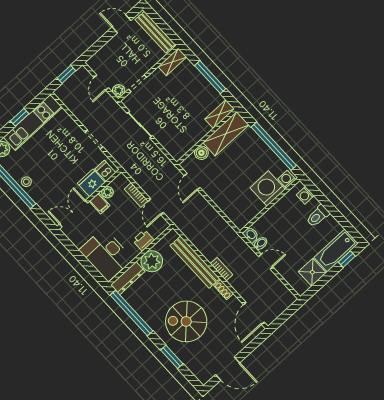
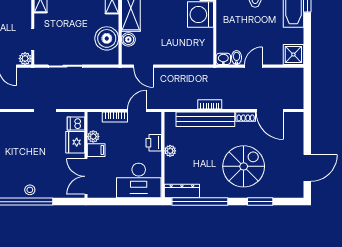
boiler: (188, 136) -> (107, 38), added
door: (156, 207) -> (137, 111), swing flipped
plant: (152, 261) -> (170, 151), width x0.53, depth x0.53
bookcase: (222, 269) -> (210, 104), moved
shower: (312, 272) -> (293, 55), moved
dresser: (128, 278) -> (182, 191), moved, turned -90
door: (254, 313) -> (270, 111), moved
spiral stairs: (186, 321) -> (244, 166), turned 180

